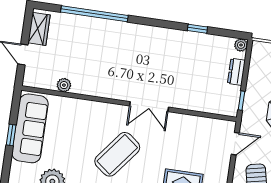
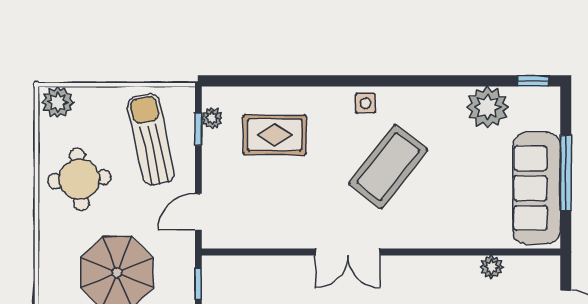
double door: (149, 107) -> (348, 252), swing flipped
window: (11, 135) -> (566, 173), width x2.17

